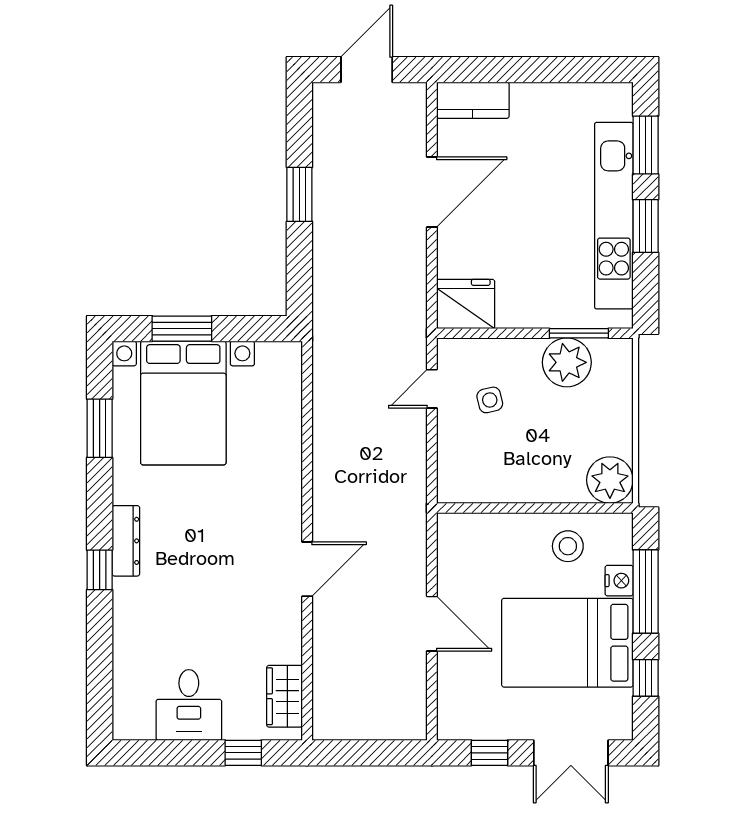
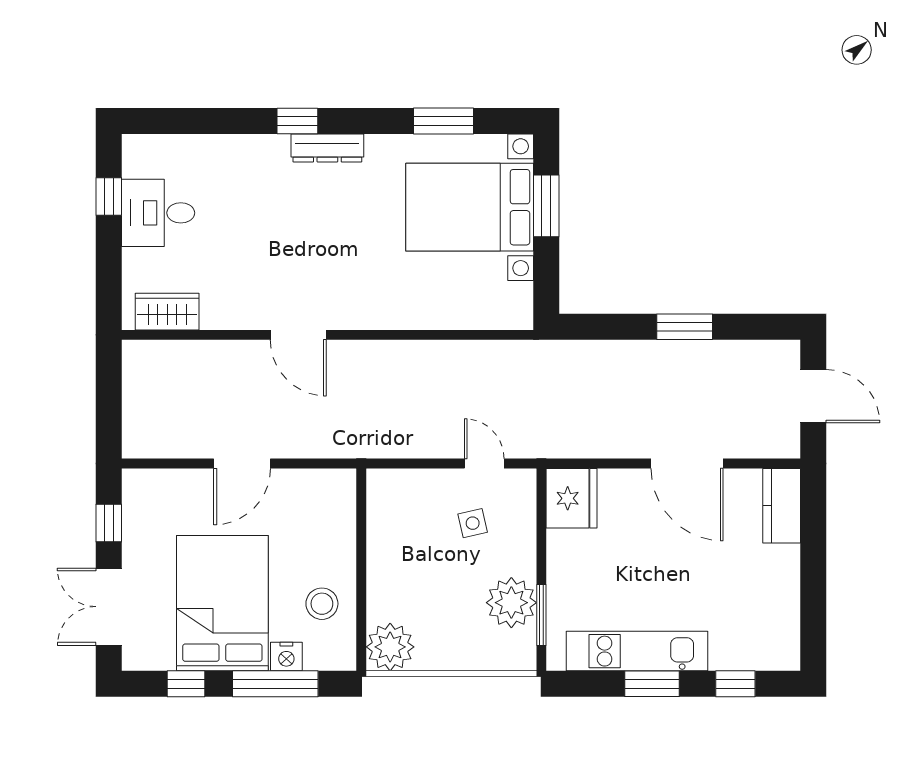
window: (646, 145) -> (735, 684), width x0.67
kitchen unit: (614, 216) -> (637, 651), width x0.73
window: (243, 753) -> (109, 196), moved

